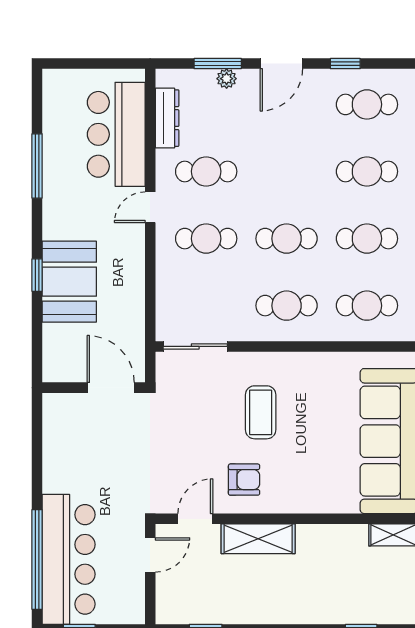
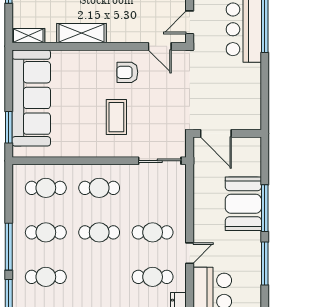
window: (37, 166) -> (265, 264), moved
window: (37, 275) -> (265, 208), width x2.17
door: (195, 519) -> (160, 46), hinge flipped
shelving: (258, 539) -> (82, 33), moved

